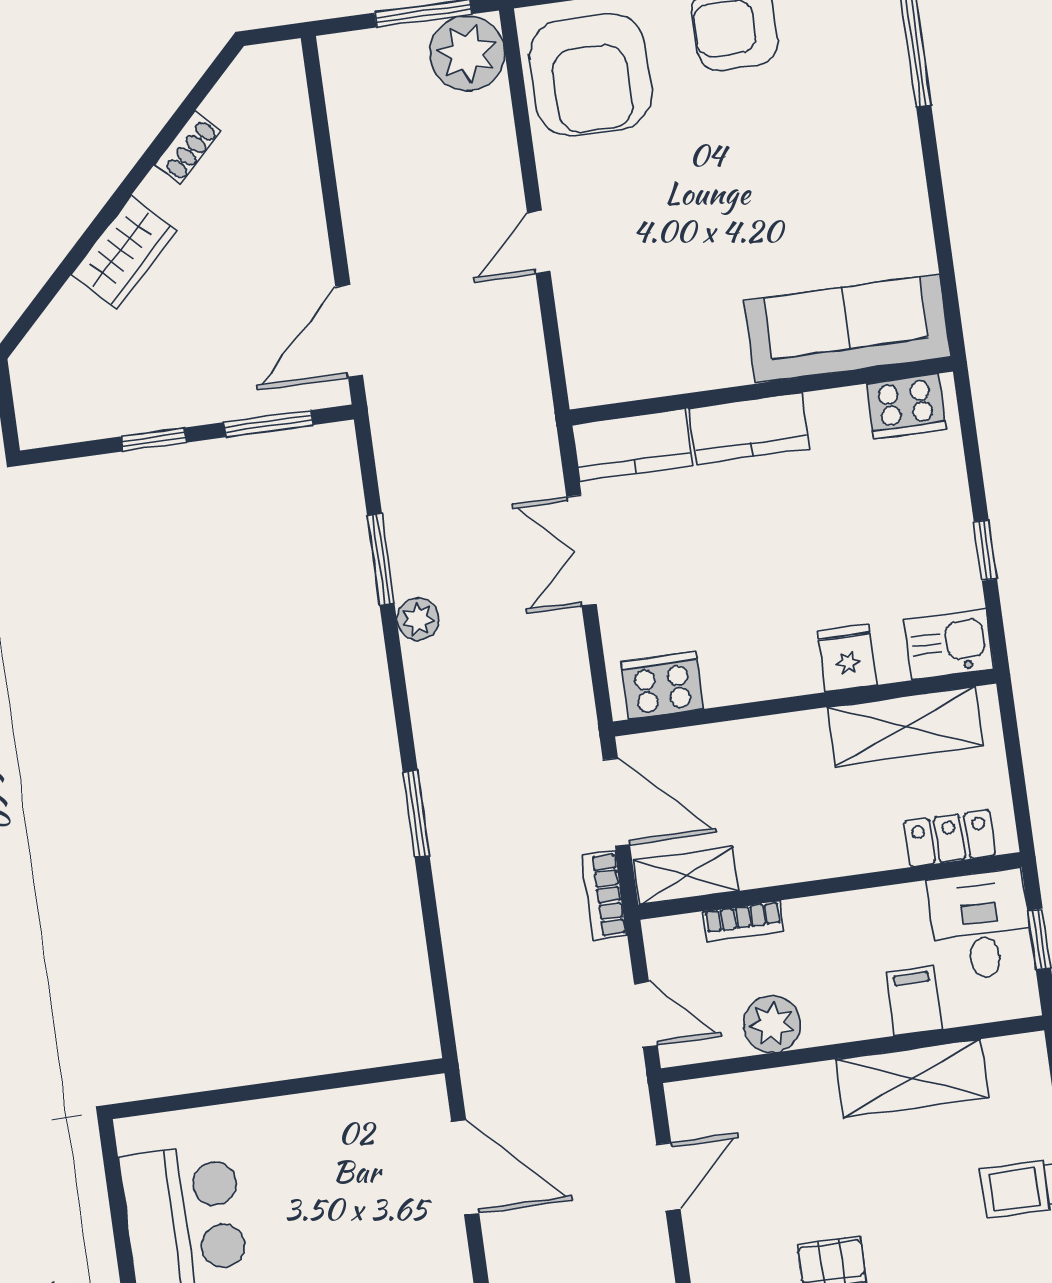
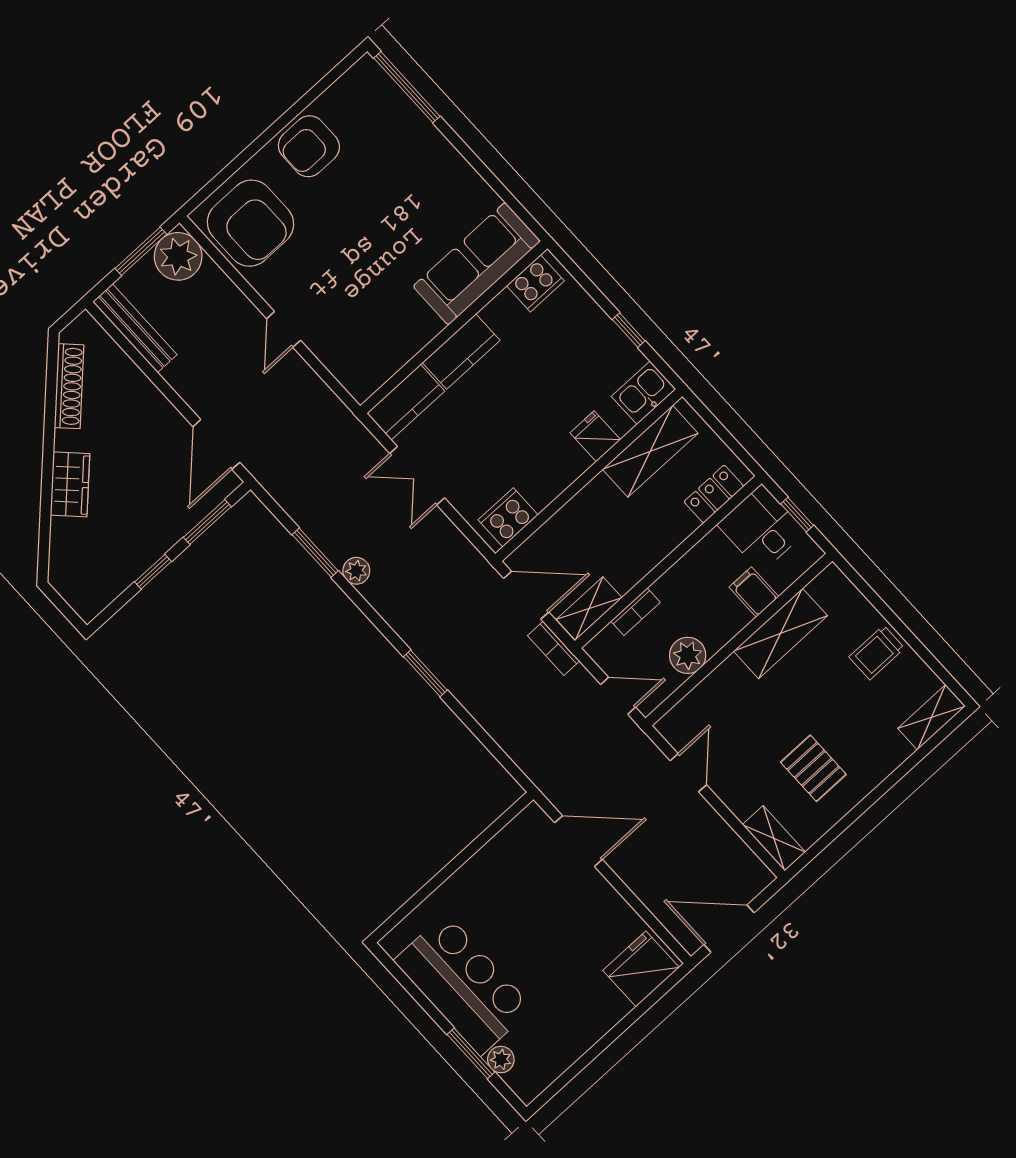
bench: (347, 108) -> (135, 328), added
shoe rack: (188, 148) -> (69, 386), width x1.94, depth x1.24

